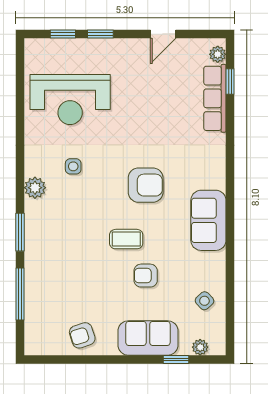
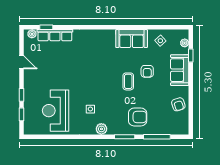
reception desk: (70, 100) -> (56, 111), turned 180
armchair: (146, 185) -> (138, 117), moved, turned 90
sofa: (208, 220) -> (132, 39), moved

